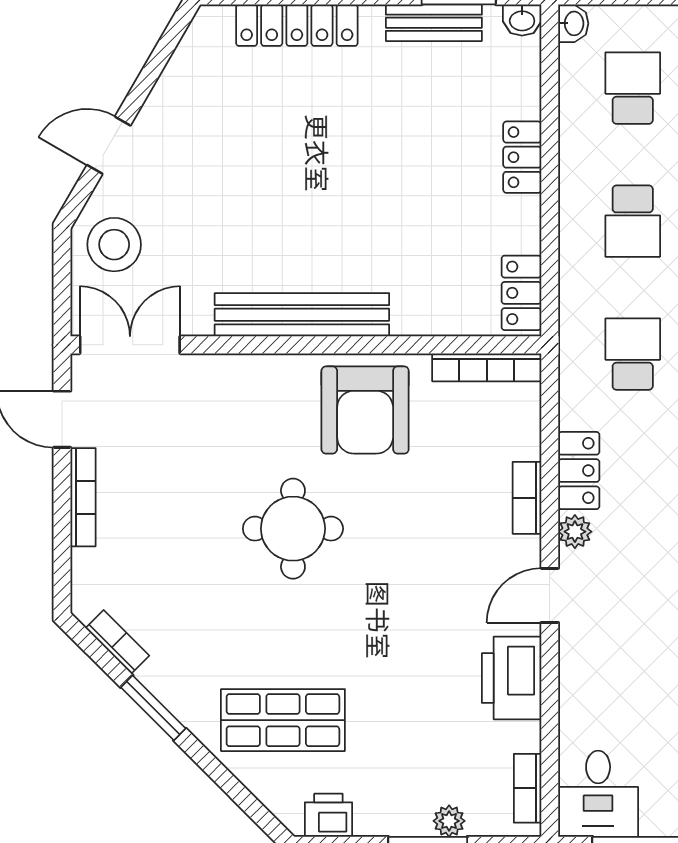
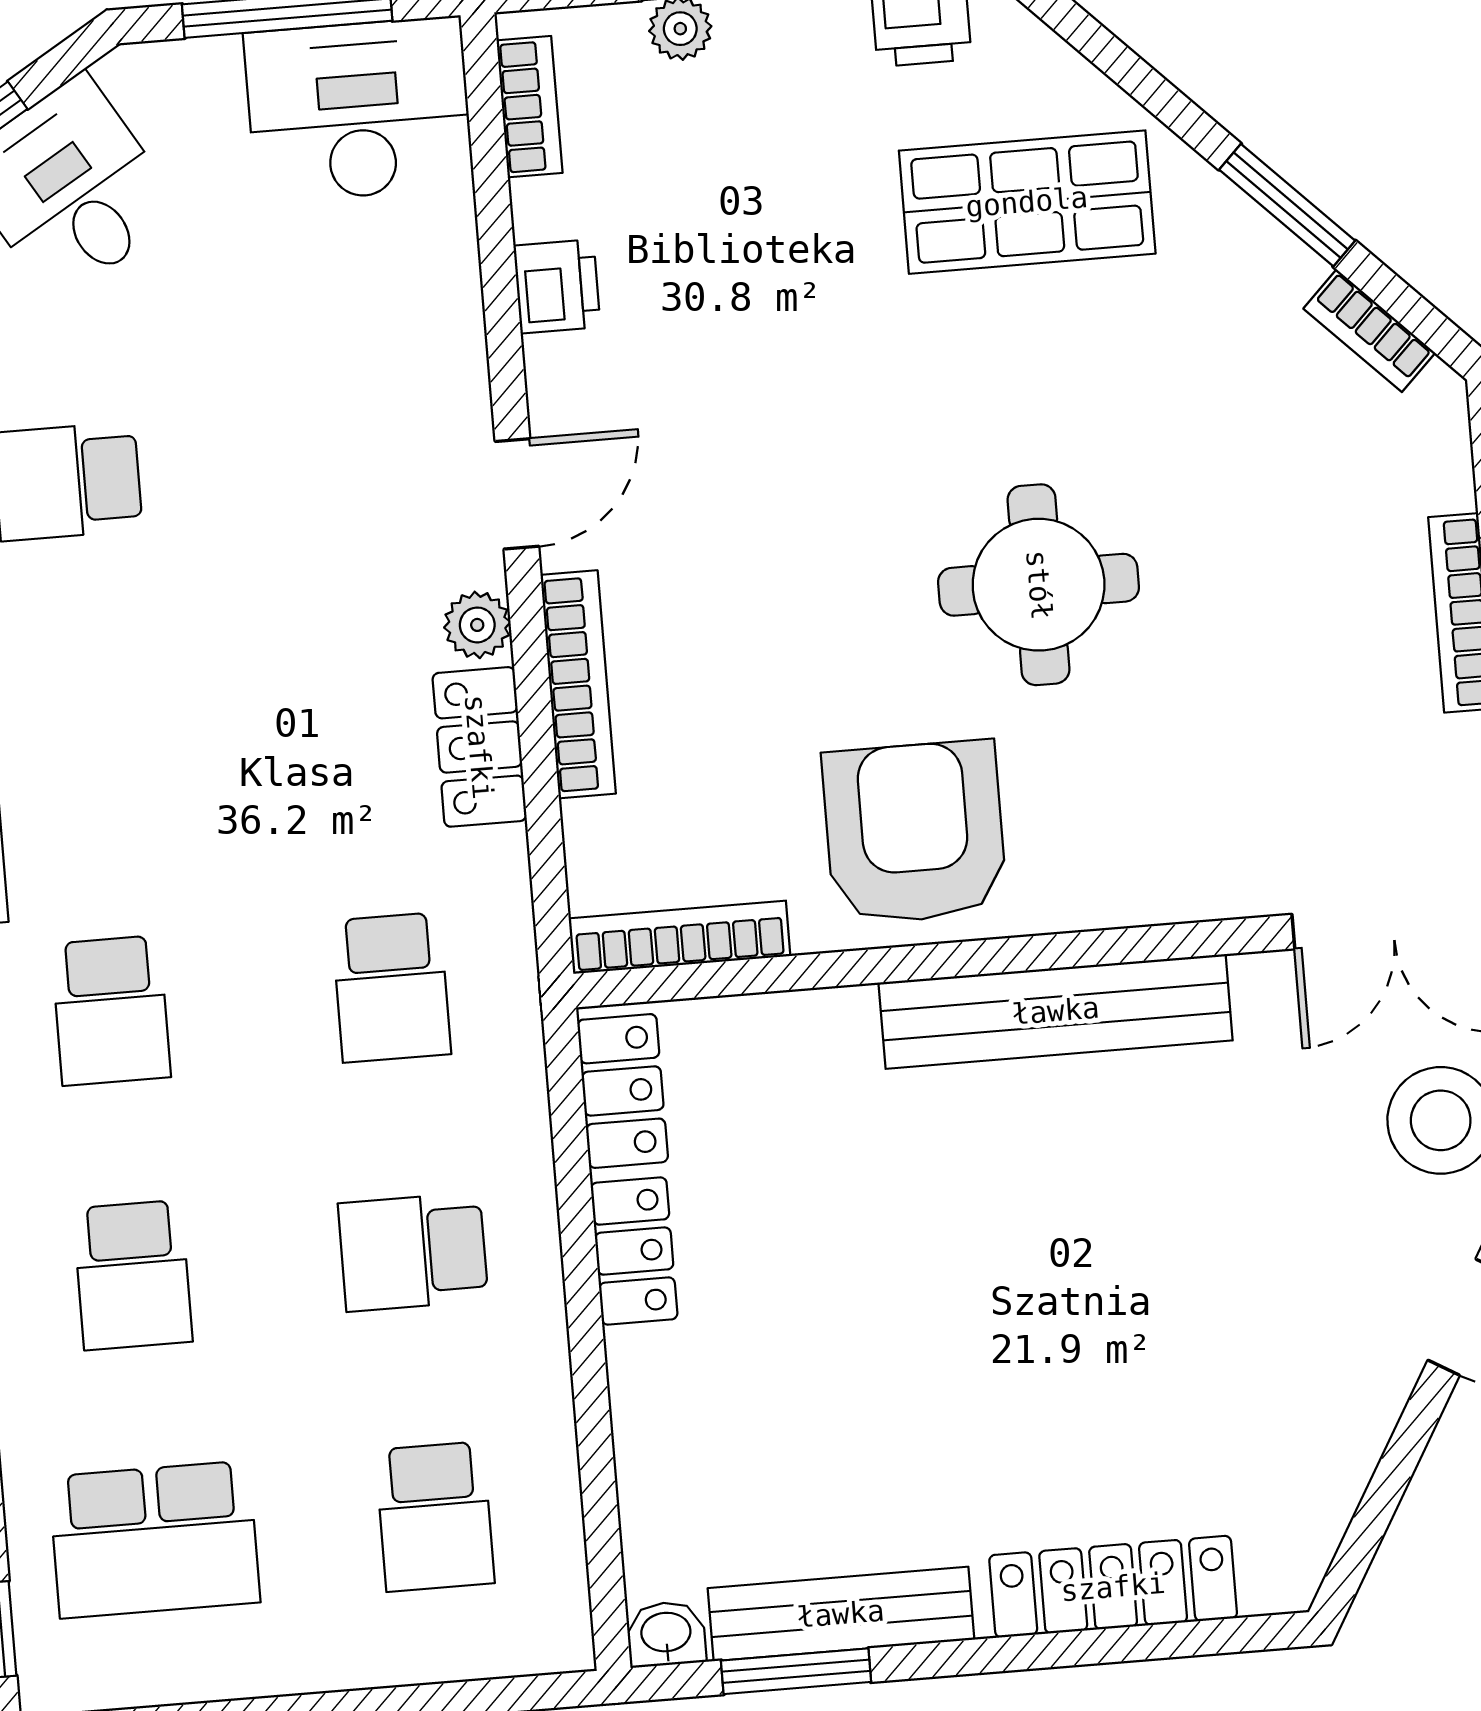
bench: (434, 23) -> (841, 1614), width x1.36
washbasin: (573, 23) -> (564, 1635), removed
locker: (522, 157) -> (634, 1251), moved
school desk: (633, 221) -> (413, 1252), turned -90
bookcase: (527, 498) -> (578, 684), width x1.56
printer: (512, 678) -> (557, 286), width x0.53, depth x0.68
desk: (598, 794) -> (359, 110), width x1.37

